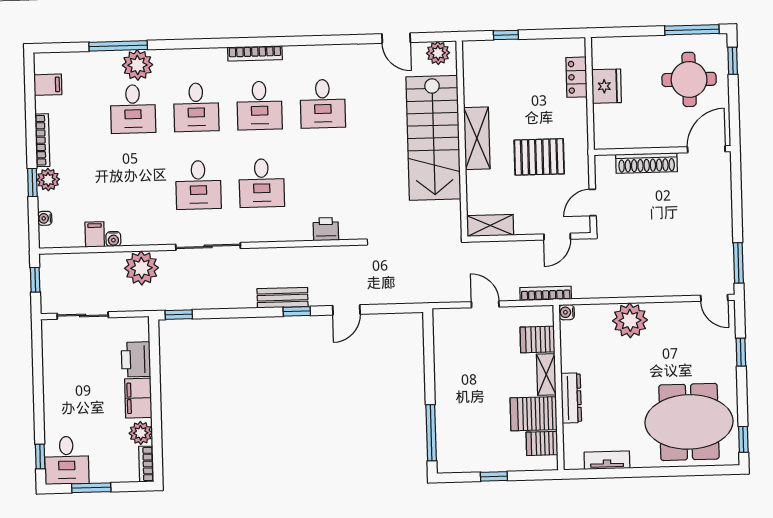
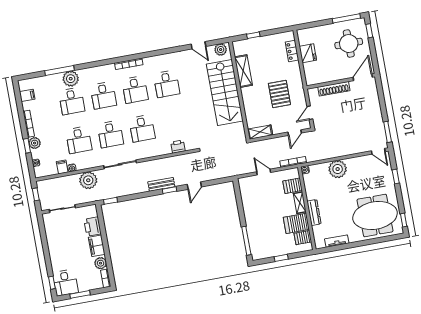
shelving: (477, 138) -> (243, 71), moved
pallet: (539, 157) -> (279, 94), turned 90
desk: (135, 187) -> (79, 140), added

